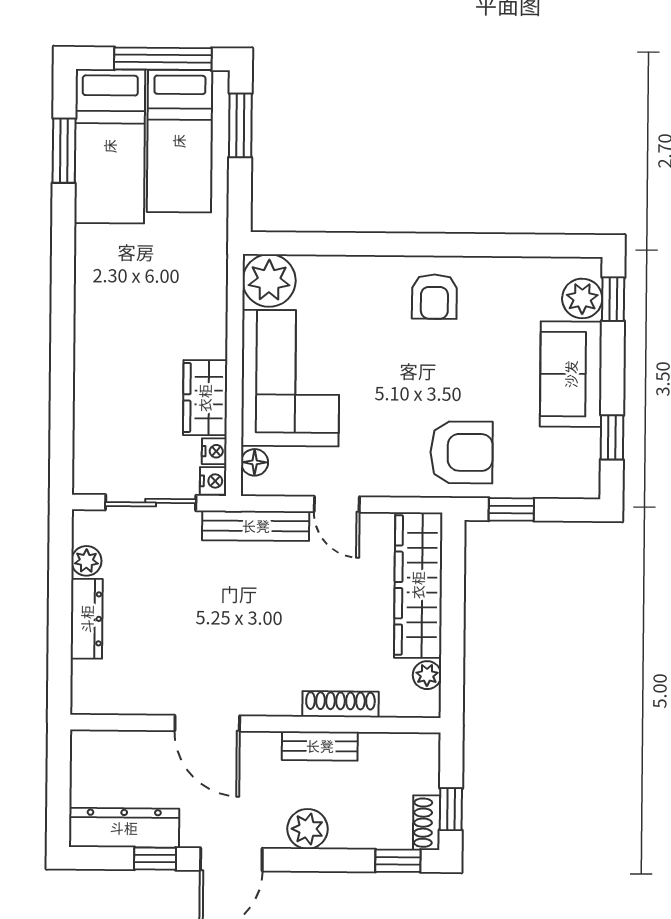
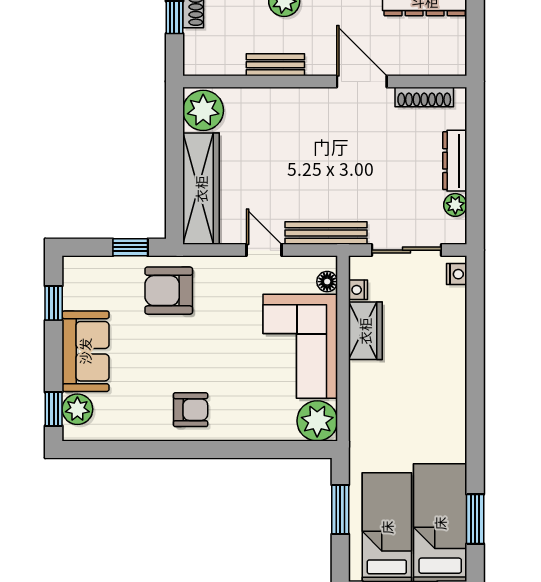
window: (240, 125) -> (340, 510), moved
armchair: (434, 297) -> (191, 410), turned 90
nightstand: (213, 481) -> (457, 274), moved, turned 180
plant: (427, 675) -> (203, 110), width x1.88, depth x1.88
shoe rack: (340, 704) -> (424, 97), moved

